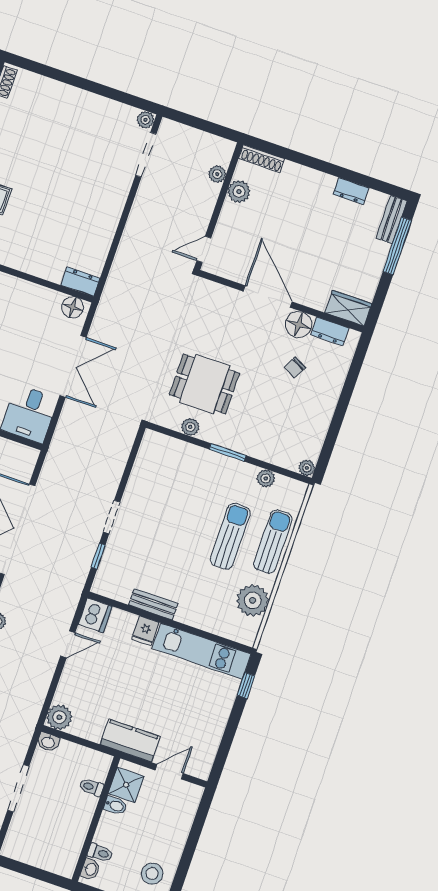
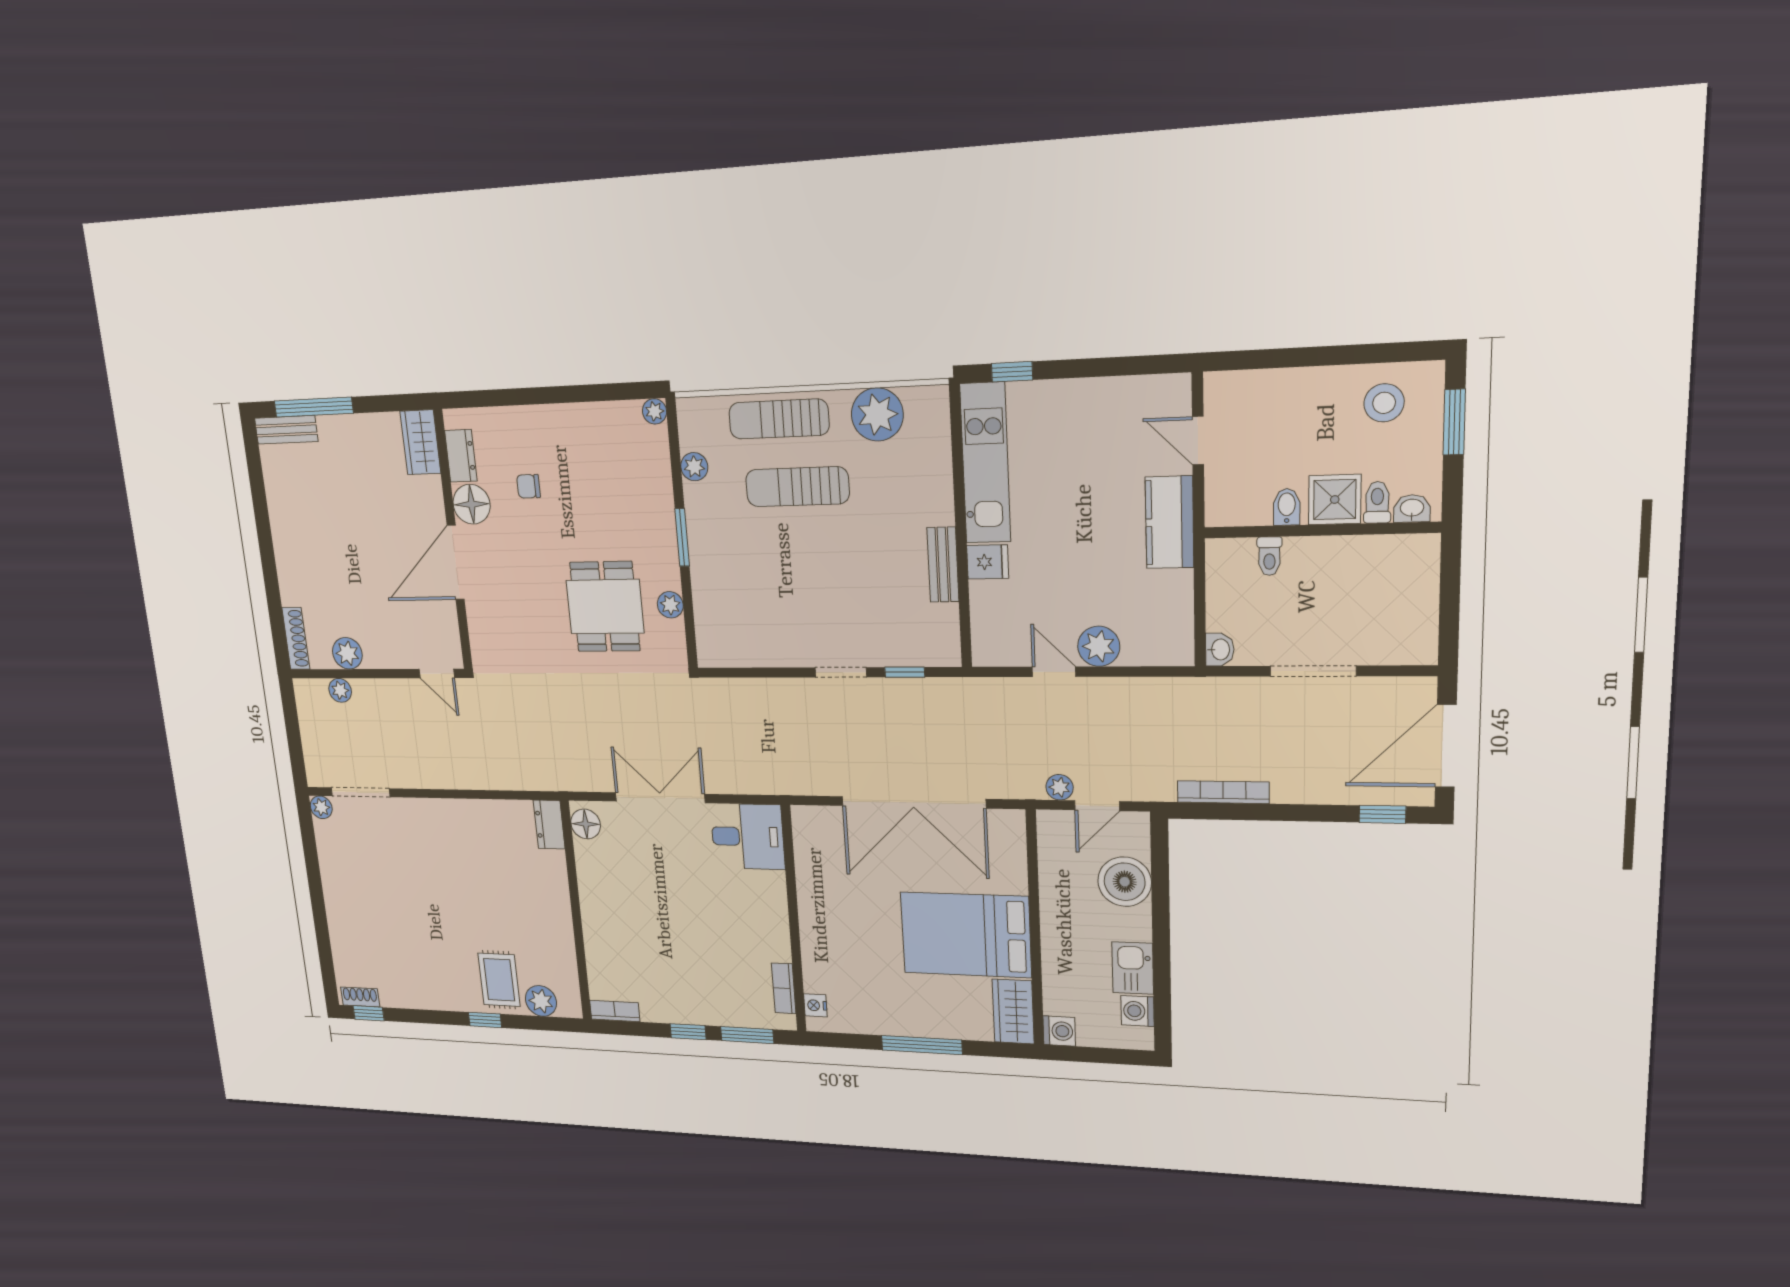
dresser: (351, 191) -> (278, 502), removed
chair: (295, 367) -> (528, 486), turned 152
dishwasher: (95, 615) -> (994, 646), removed
plant: (59, 717) -> (1099, 646), moved
shower: (126, 785) -> (1335, 500), moved

